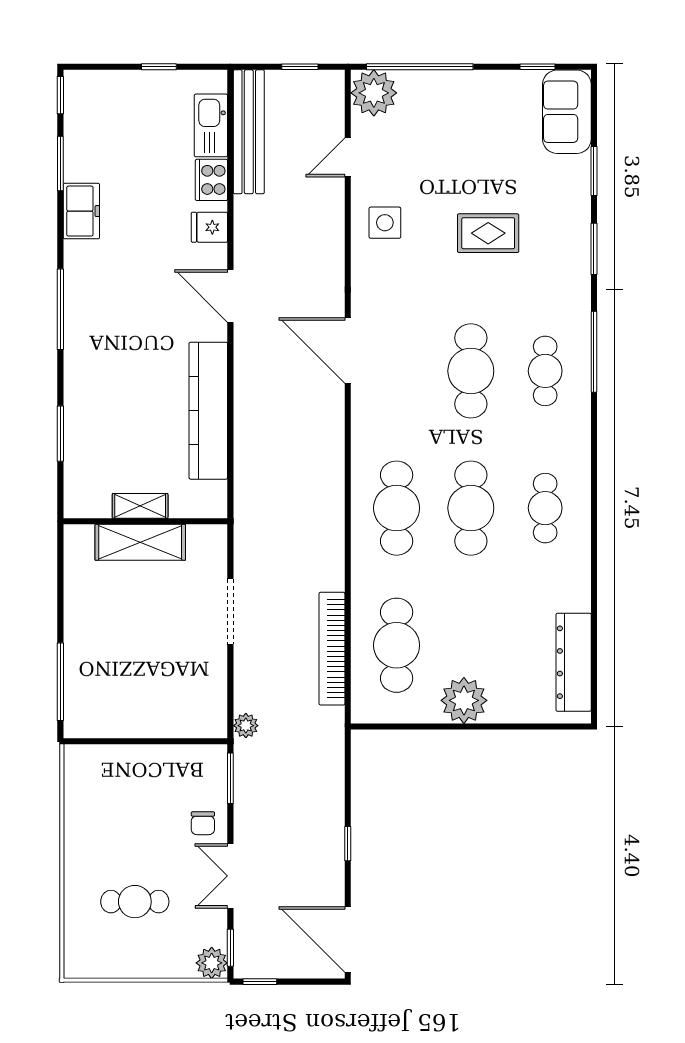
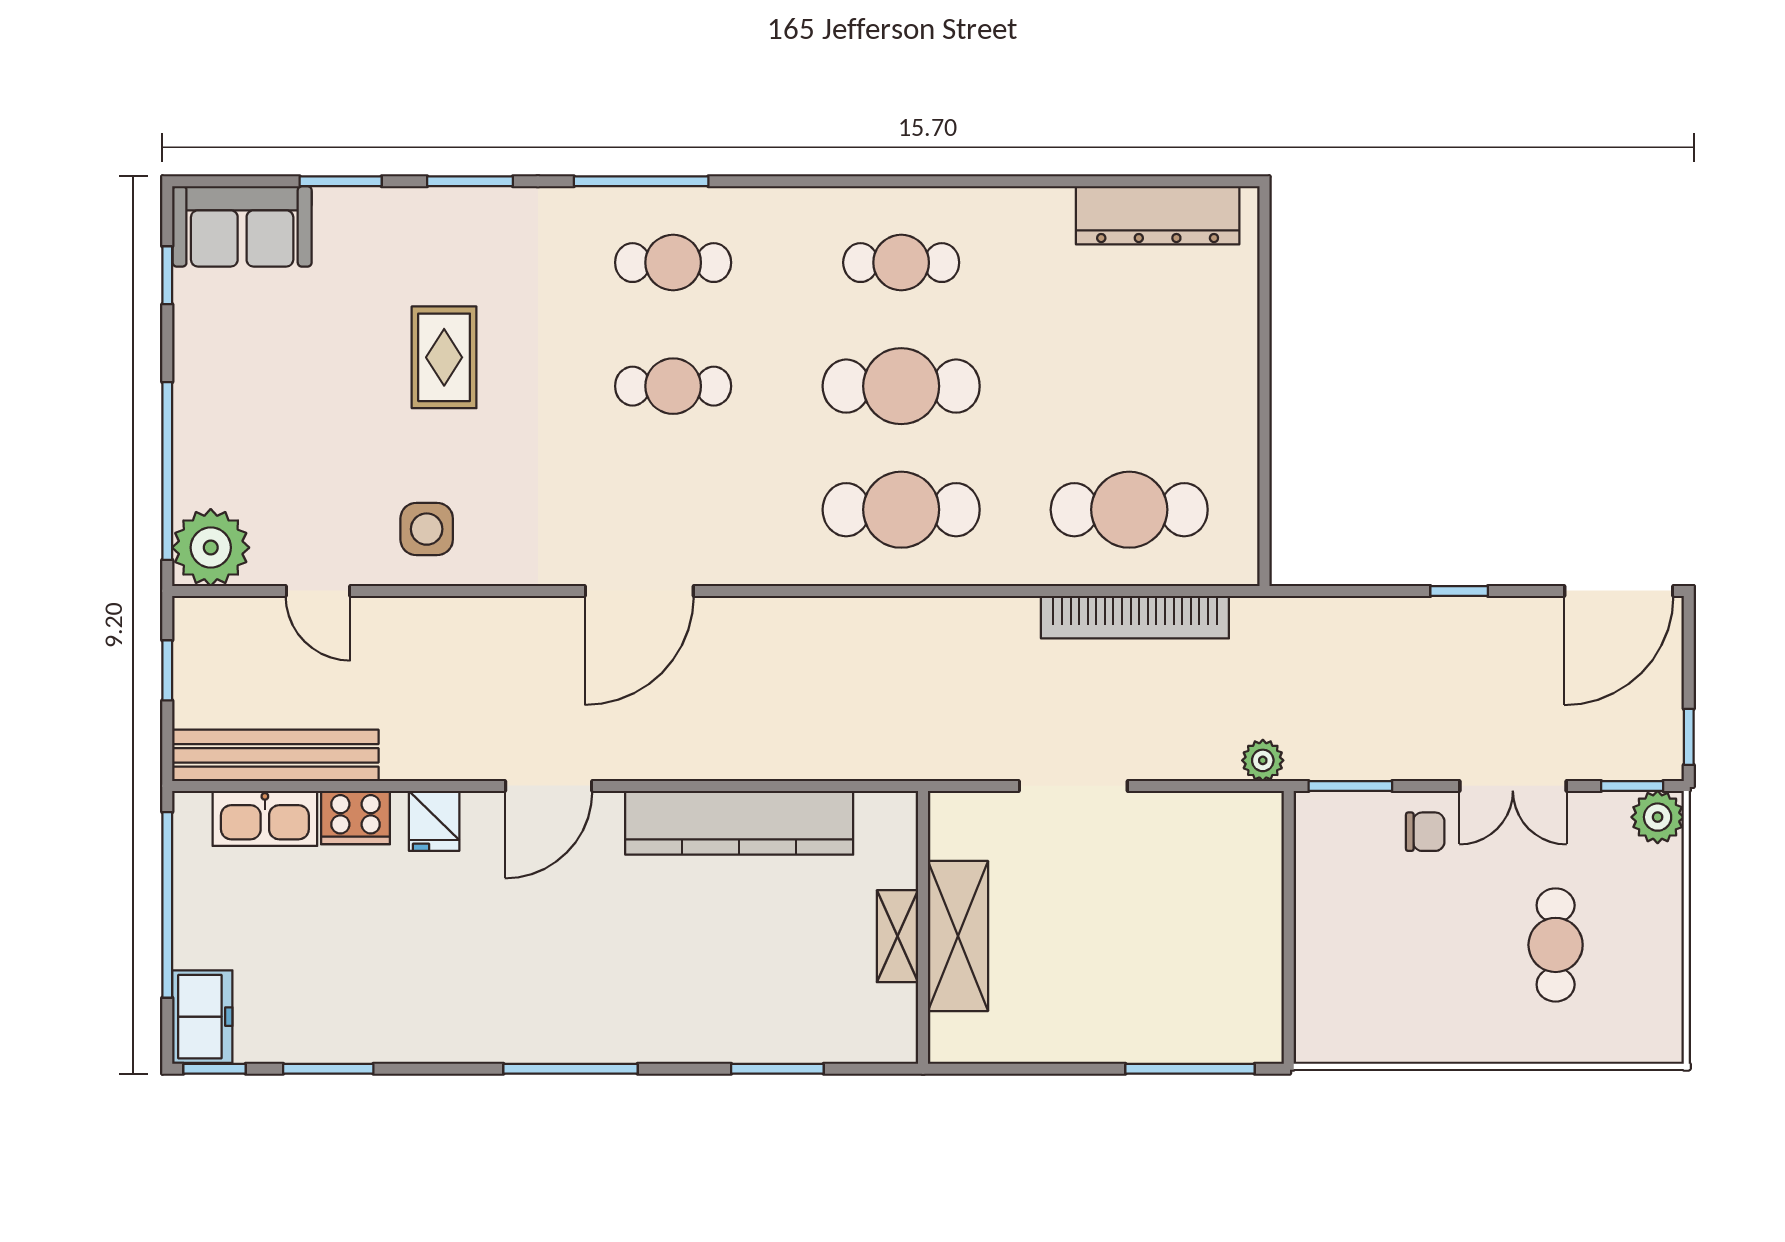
window: (159, 67) -> (167, 905), width x3.17
freezer: (81, 211) -> (202, 1017), moved, turned 90
cafe table: (471, 371) -> (673, 386), width x0.73, depth x0.74
plant: (464, 700) -> (1221, 398), removed

